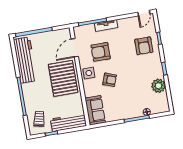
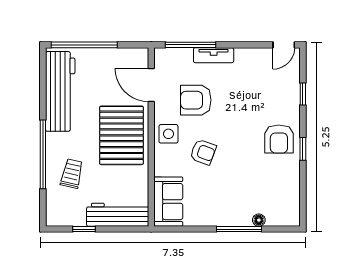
armchair: (144, 46) -> (279, 139), moved
door: (75, 48) -> (151, 85), hinge flipped
plant: (159, 86) -> (288, 177), removed
trolley: (39, 119) -> (72, 174), moved

